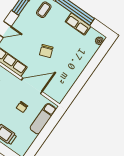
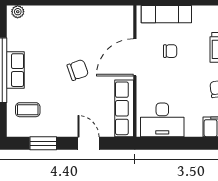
row of seats: (78, 24) -> (15, 70), moved
door: (32, 86) -> (135, 57), hinge flipped

